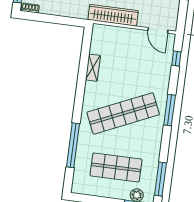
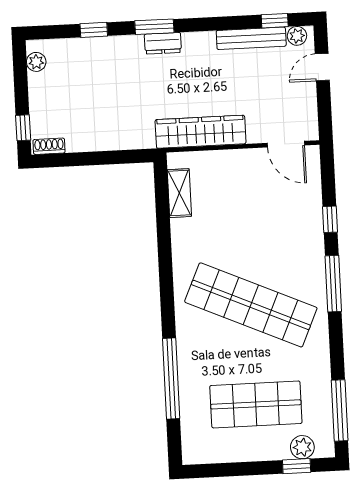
window: (176, 58) -> (330, 219), moved
shelving: (93, 68) -> (179, 193), moved
shop shelf: (123, 113) -> (251, 305), turned 48

